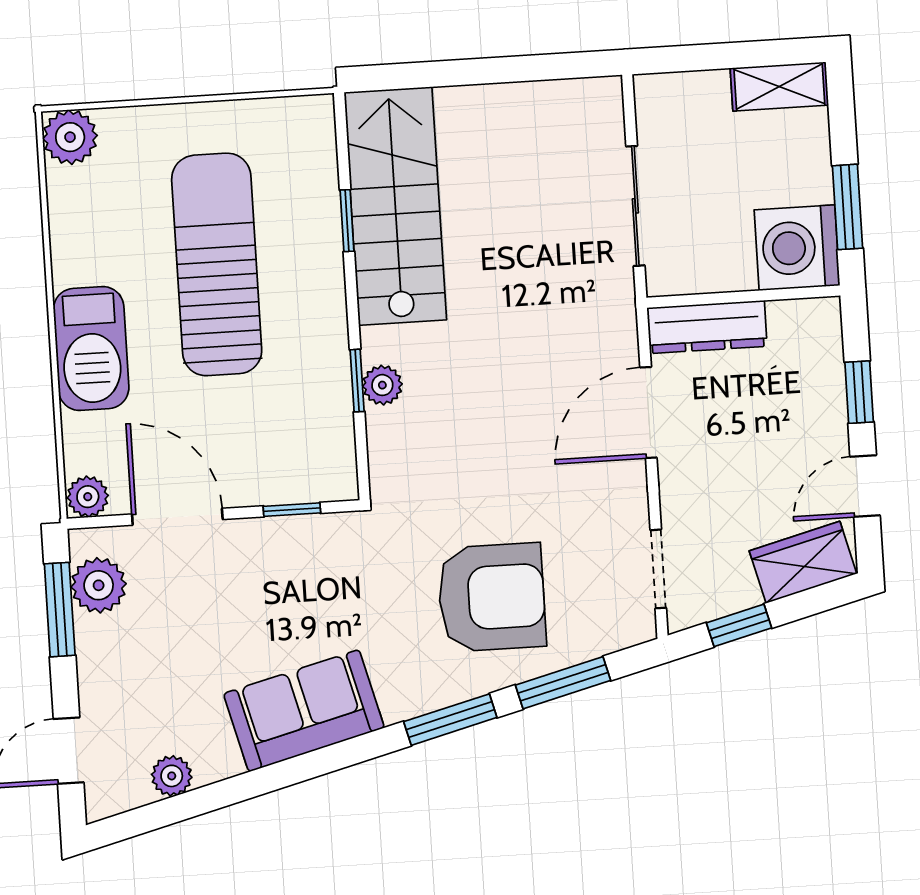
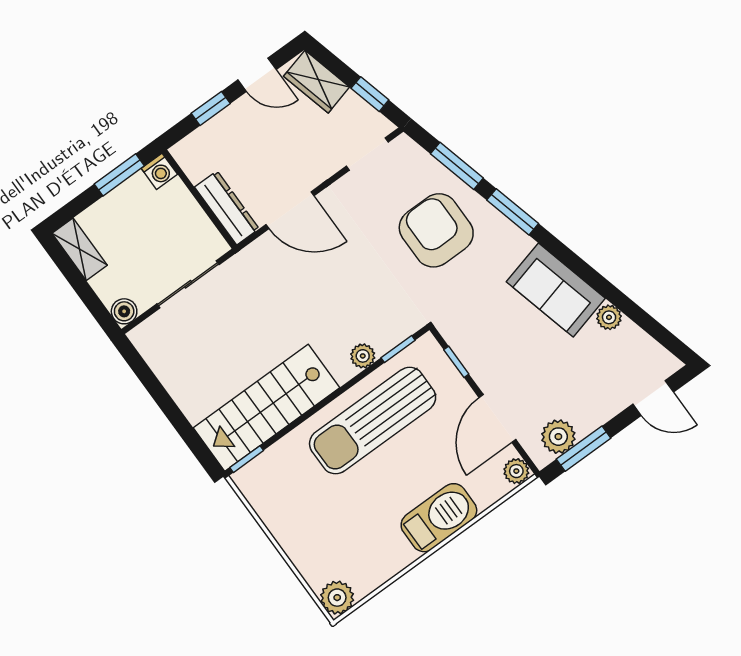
boiler: (654, 94) -> (124, 311), added
window: (347, 221) -> (247, 459), moved
washing machine: (797, 248) -> (159, 171), width x0.53, depth x0.53
sun lounger: (217, 264) -> (373, 421), moved
window: (357, 381) -> (398, 349), moved
plant: (172, 776) -> (609, 317), moved

